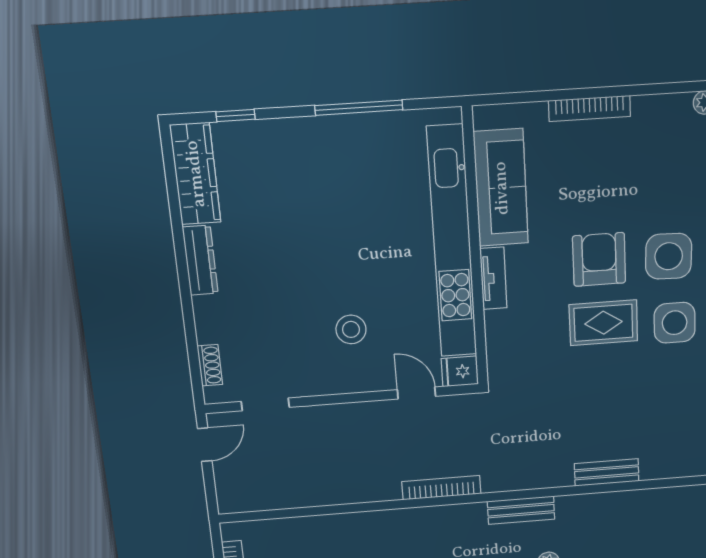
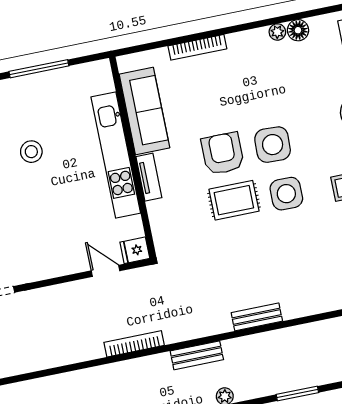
kitchen unit: (452, 243) -> (116, 155), width x0.73
stool: (351, 329) -> (31, 152), moved

